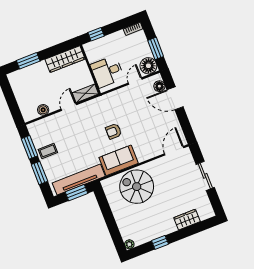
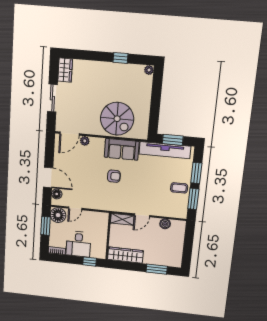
desk: (107, 72) -> (78, 244), moved, turned 90
plant: (157, 151) -> (85, 141), added
wardrobe: (187, 220) -> (65, 70), moved, turned -90

